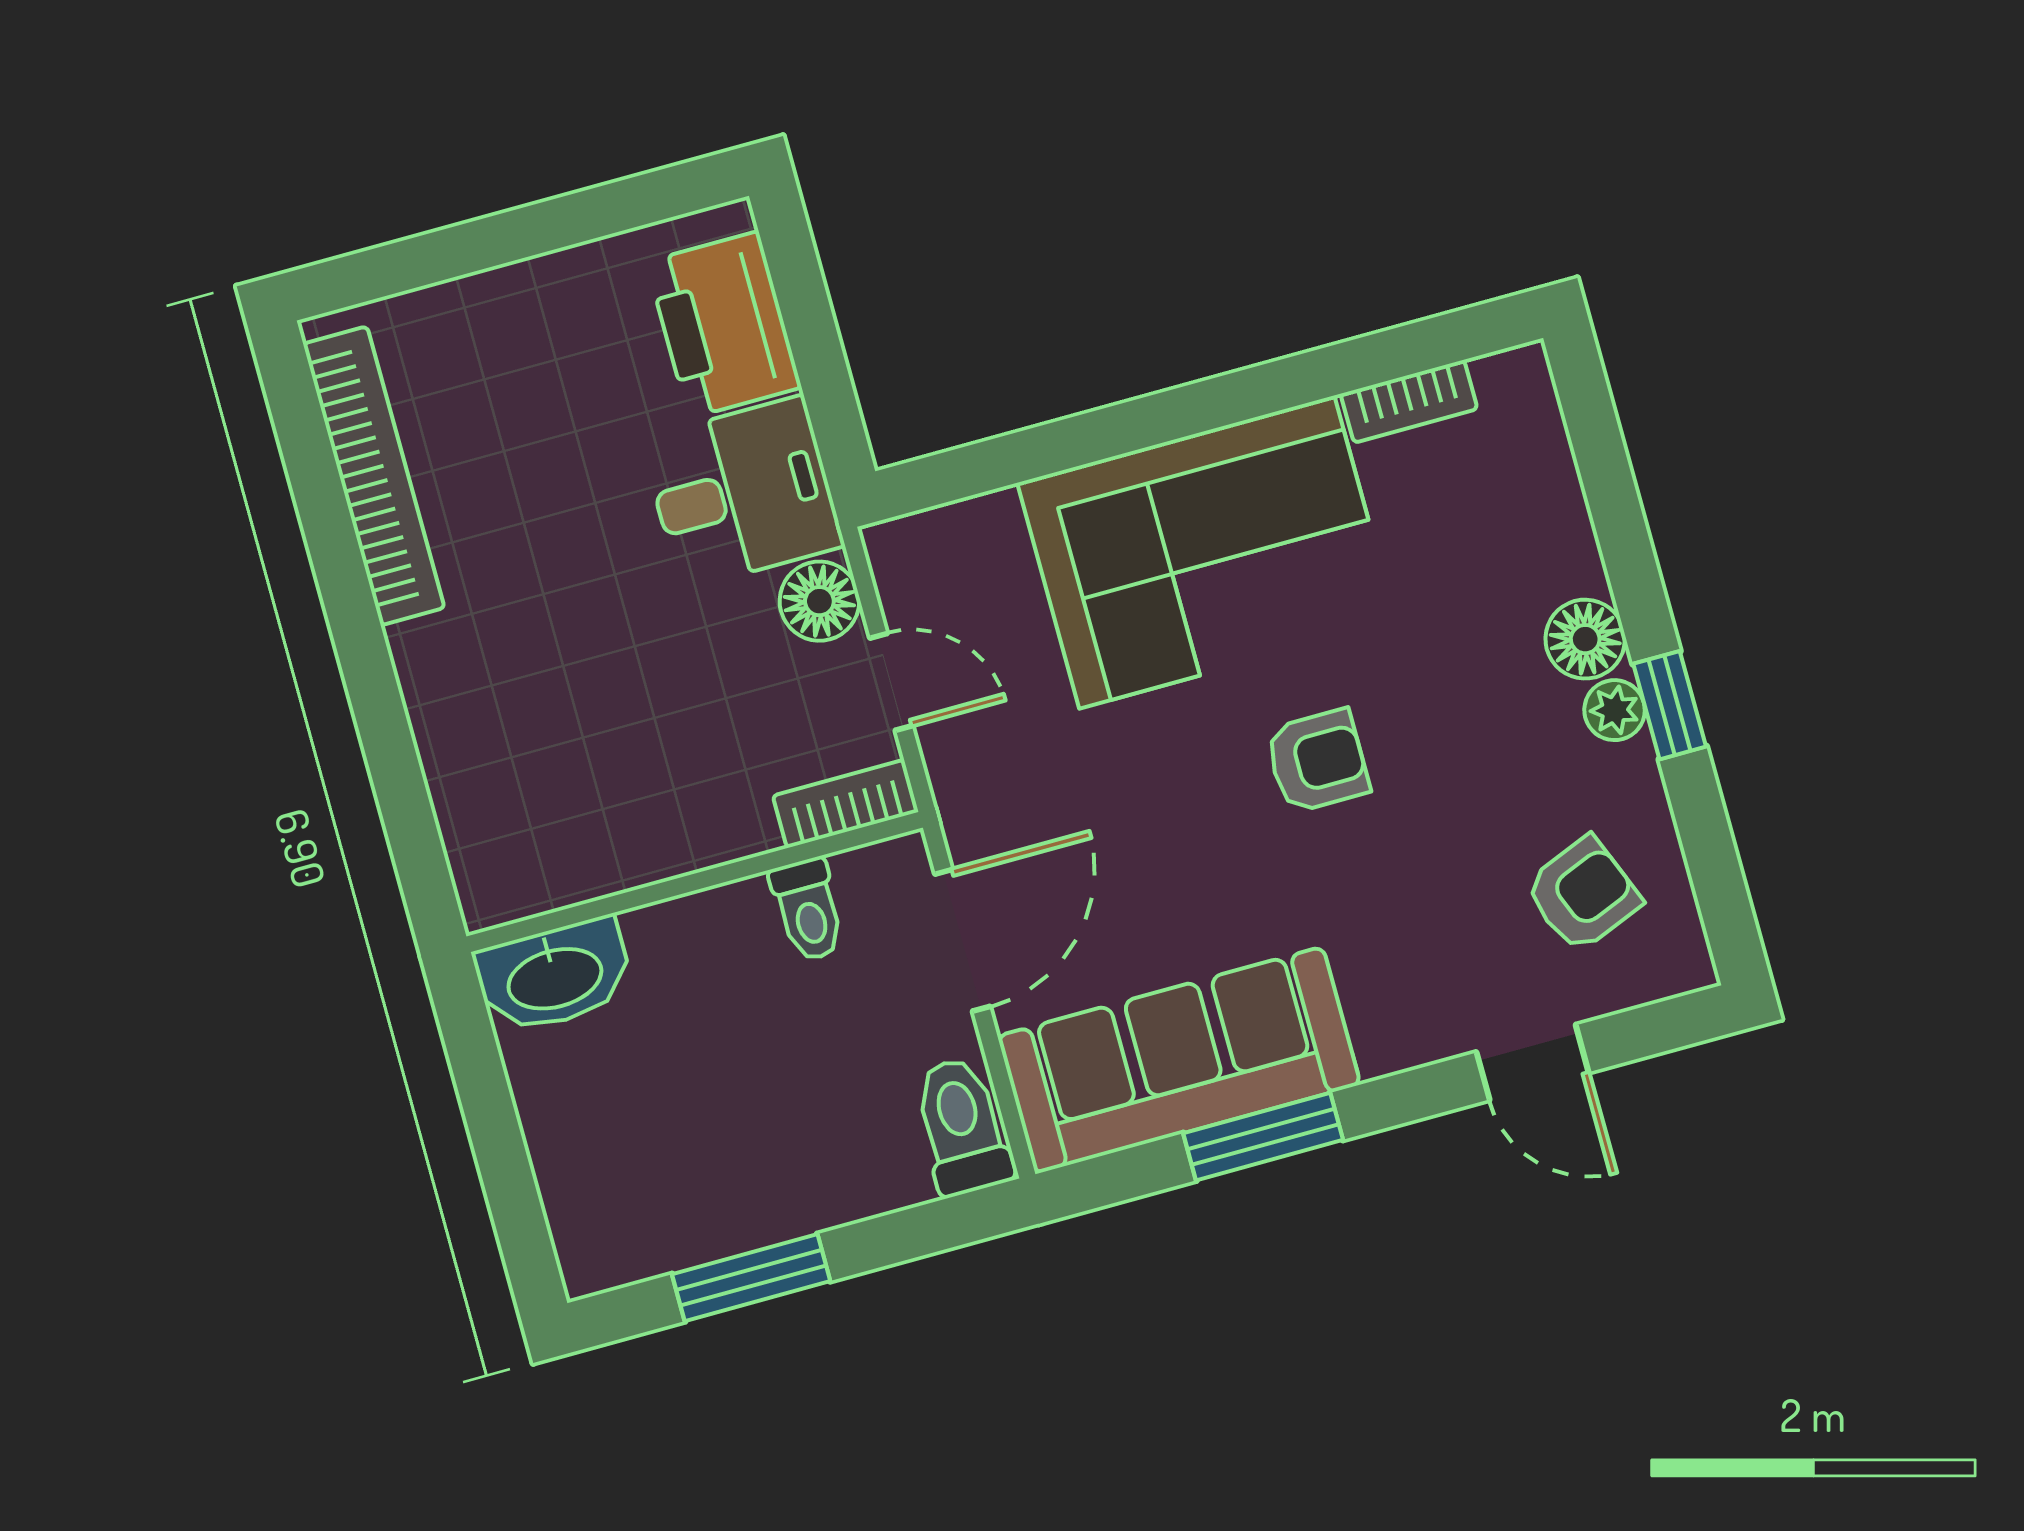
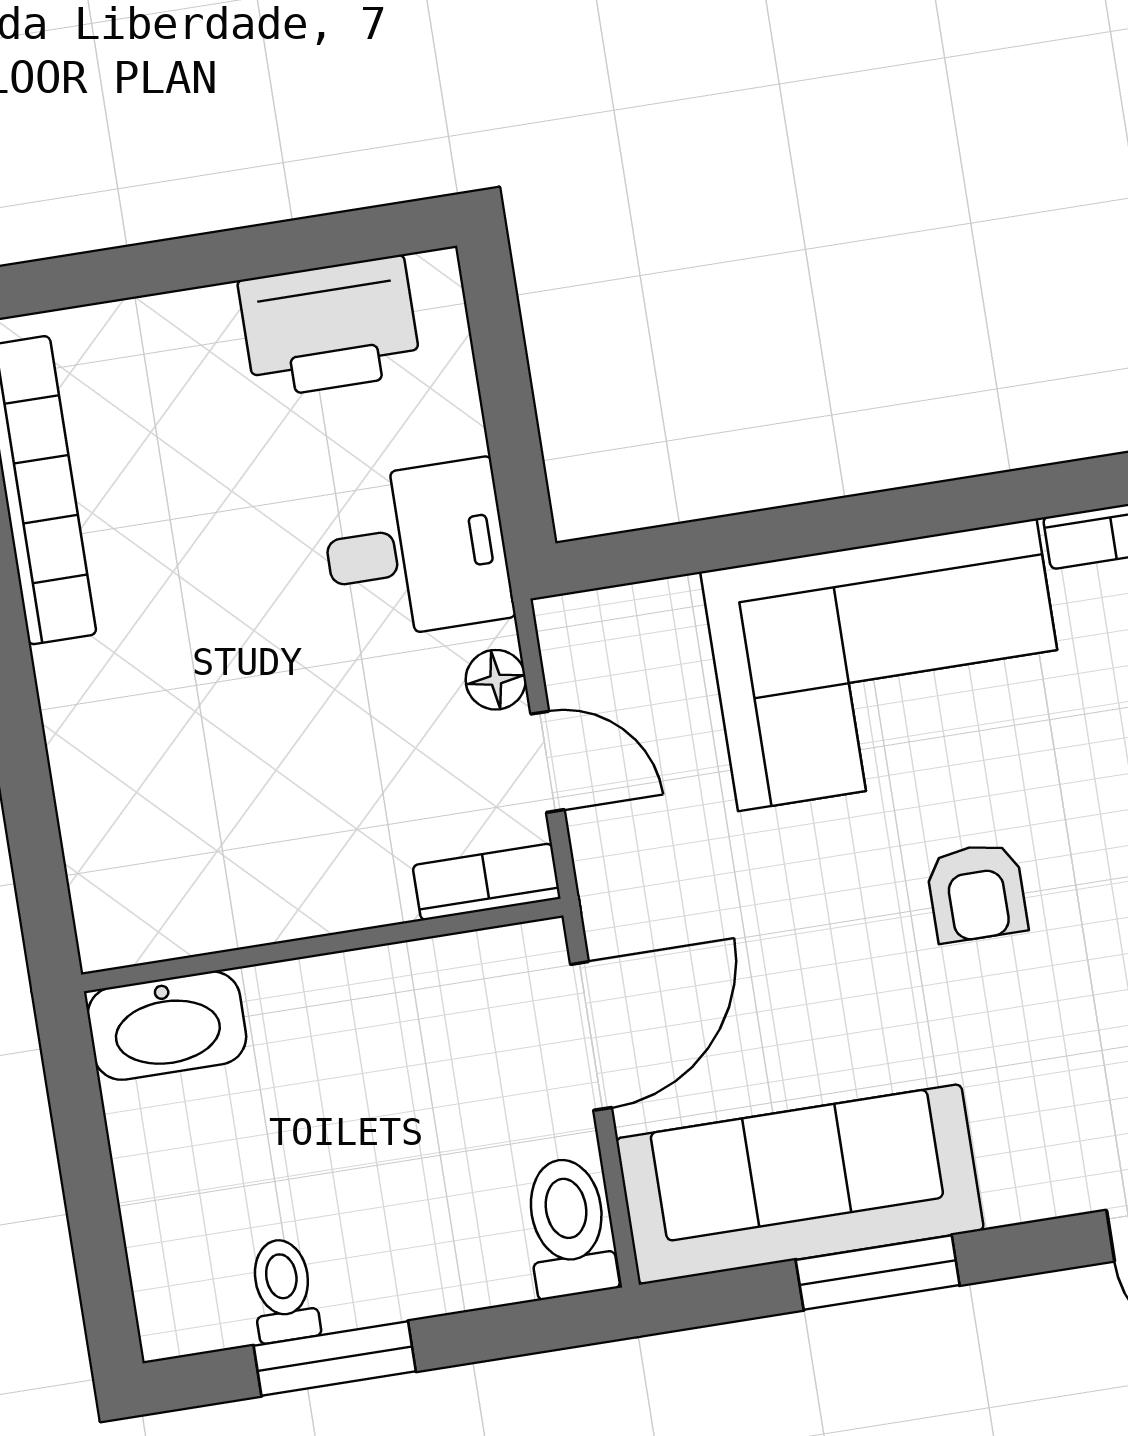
printer: (724, 325) -> (330, 327), moved, turned -90
floor lamp: (819, 601) -> (496, 680), width x0.73, depth x0.73
armchair: (1317, 761) -> (977, 892), turned 90
toilet: (808, 910) -> (283, 1290), moved, turned 180

